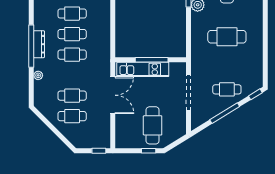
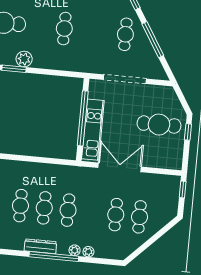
cafe table: (227, 37) -> (64, 29), width x0.73, depth x0.74
dresser: (39, 44) -> (40, 246), moved
window: (152, 60) -> (83, 118), width x1.46
plant: (38, 63) -> (75, 250), added

